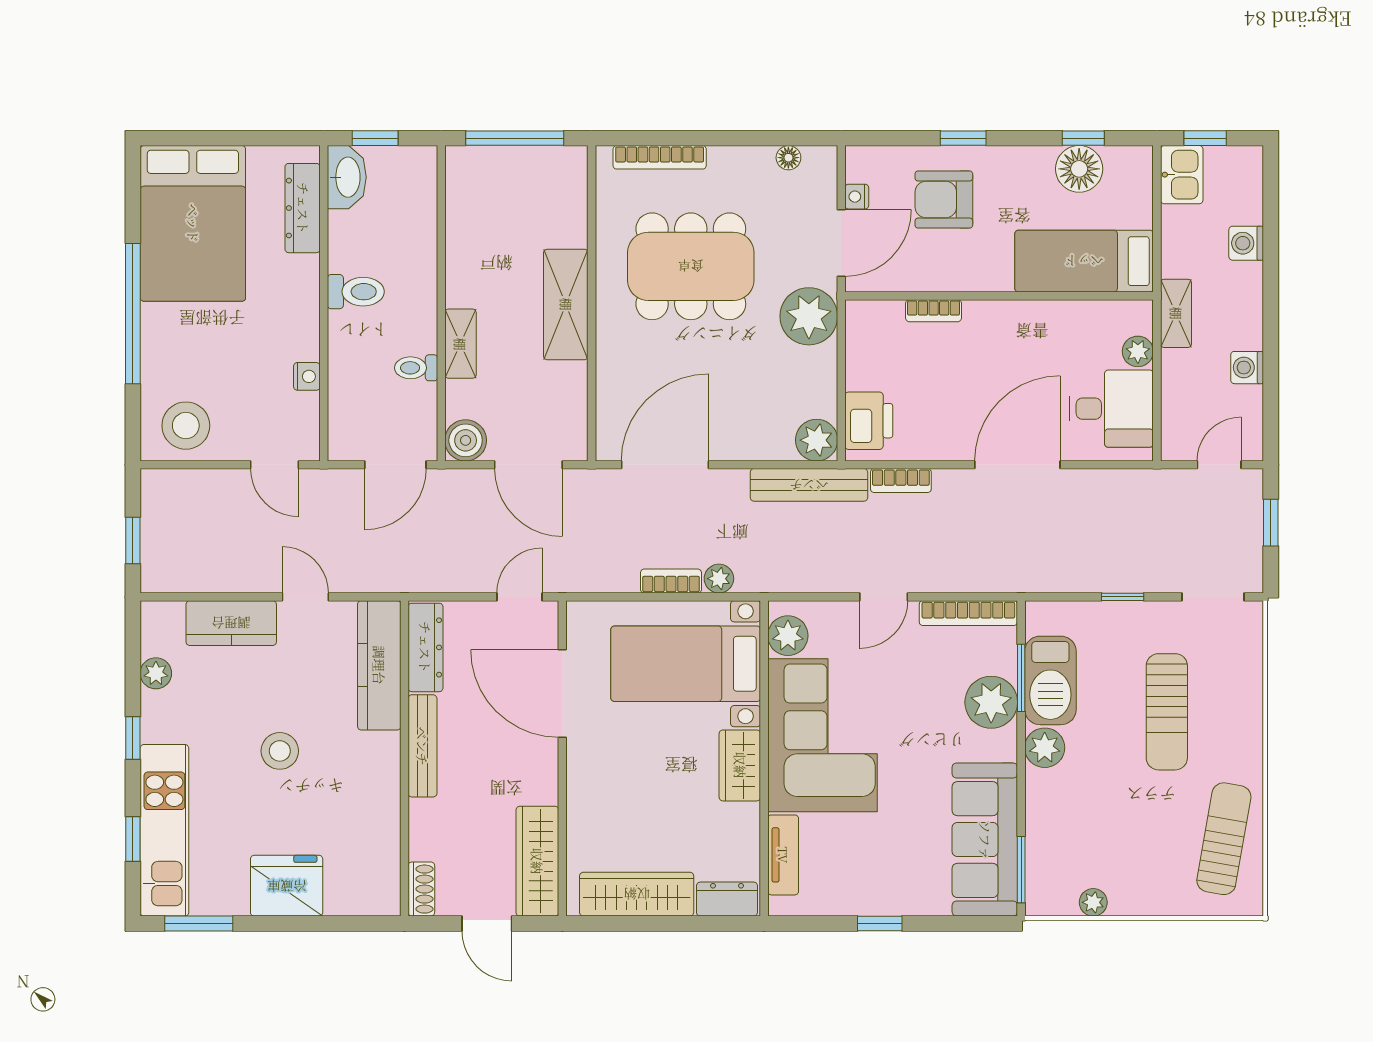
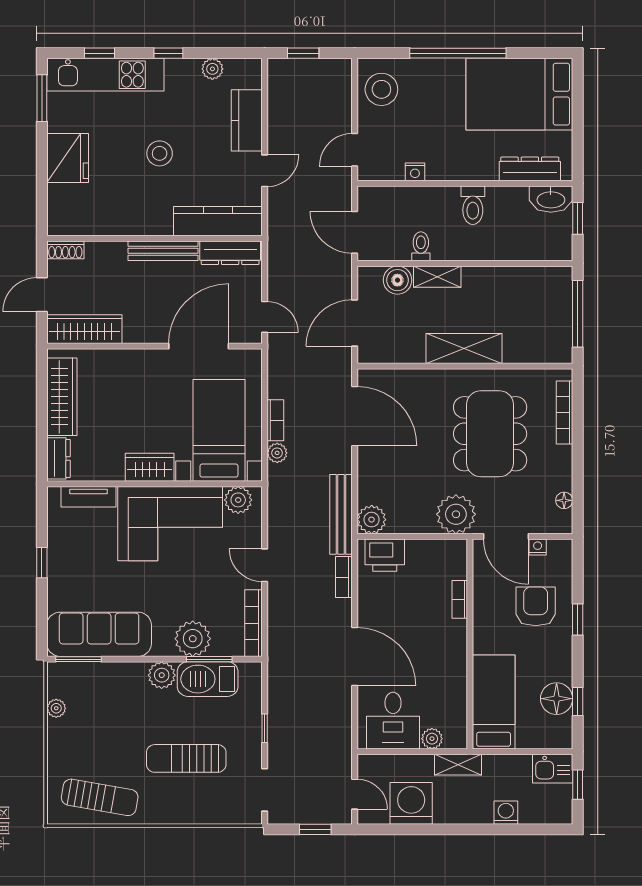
washing machine: (1247, 368) -> (411, 803), width x1.89, depth x1.89
boiler: (466, 440) -> (397, 280), moved

